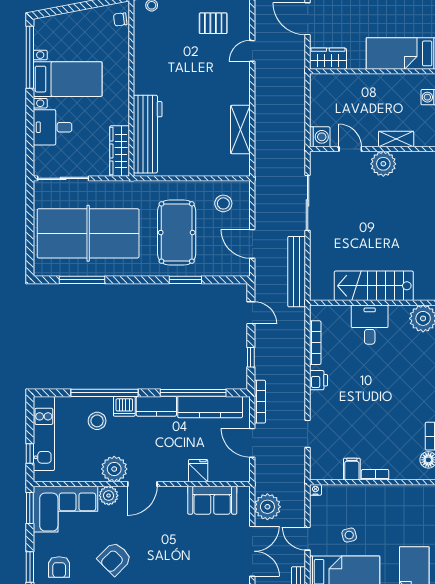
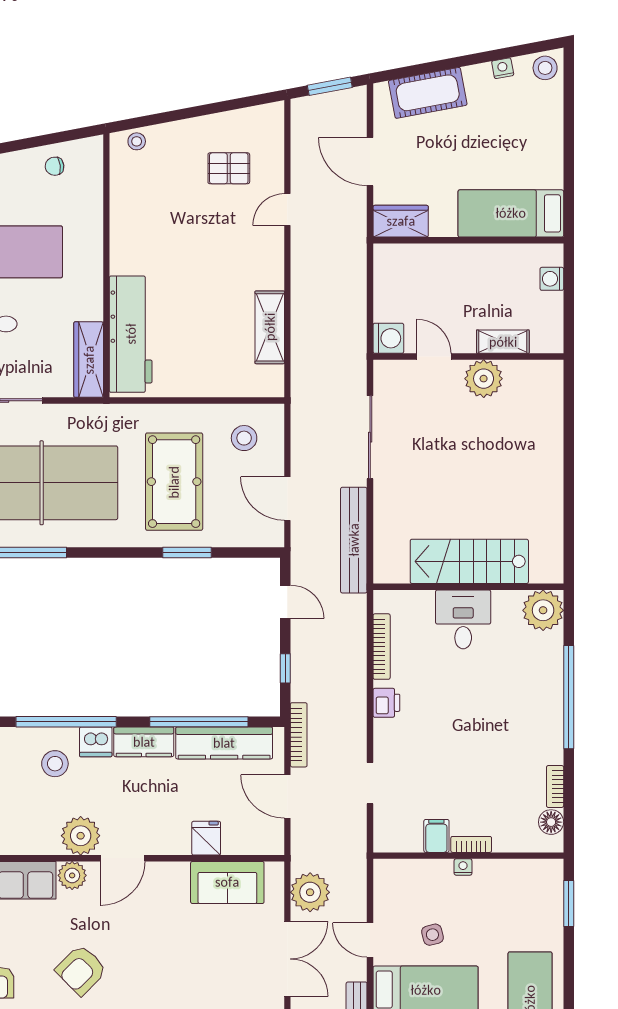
chair: (120, 19) -> (55, 166), moved
nightstand: (315, 490) -> (463, 867), moved

